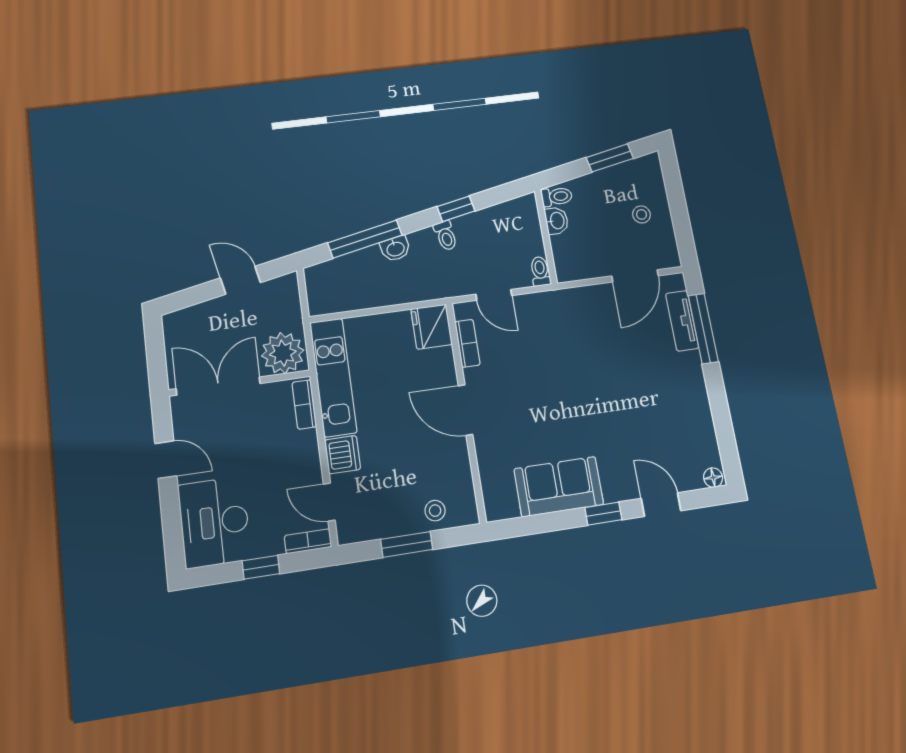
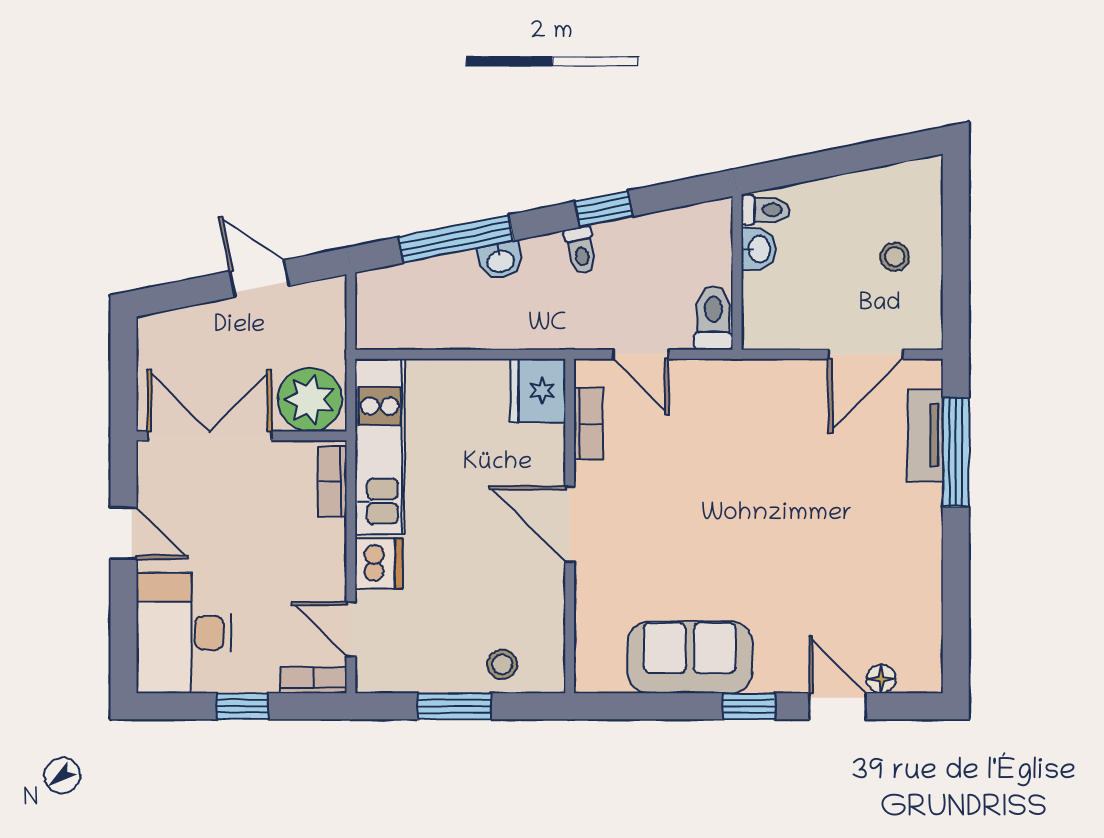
window: (610, 158) -> (862, 157), removed
toilet: (540, 271) -> (713, 318), width x1.37, depth x1.39
floor lamp: (713, 478) -> (881, 679), moved

